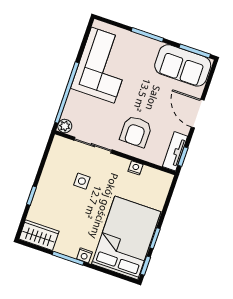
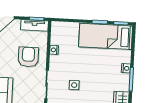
armchair: (136, 131) -> (28, 57), turned -90
bed: (126, 238) -> (106, 36), width x0.67

